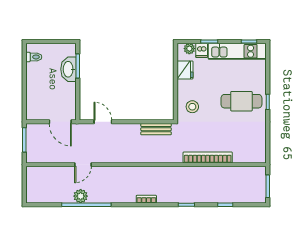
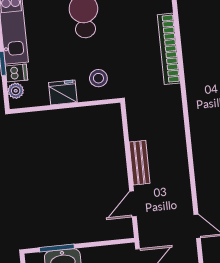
fridge: (185, 70) -> (63, 92), moved
bench: (156, 129) -> (139, 163), moved

